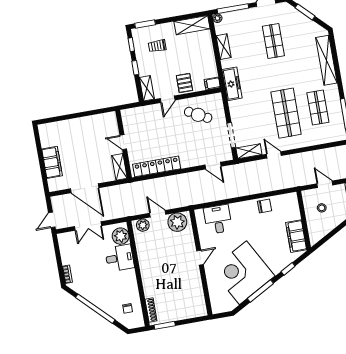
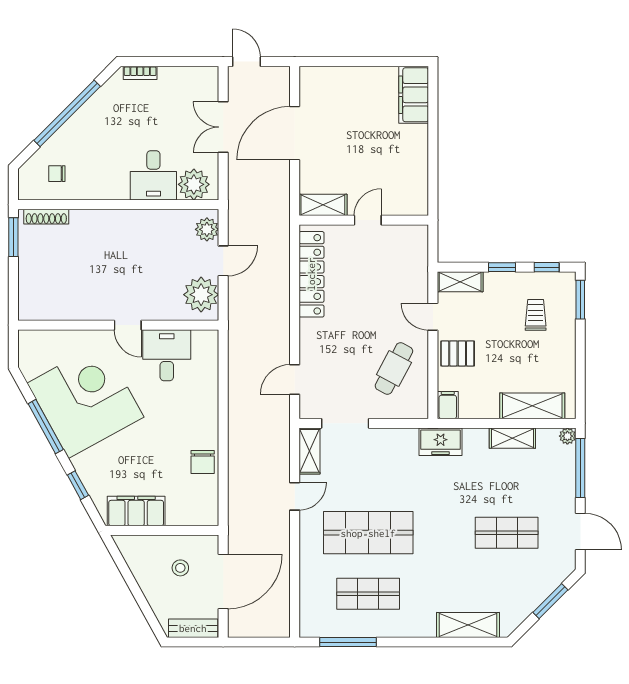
shelving: (192, 25) -> (532, 406), moved, turned 90
shelving: (326, 60) -> (468, 625), width x0.68
freezer: (232, 84) -> (441, 442), width x0.71
filing cabinet: (52, 162) -> (414, 95), moved, turned 90
door: (325, 184) -> (223, 581), width x1.87
desk: (218, 219) -> (167, 355), moved, turned -90

